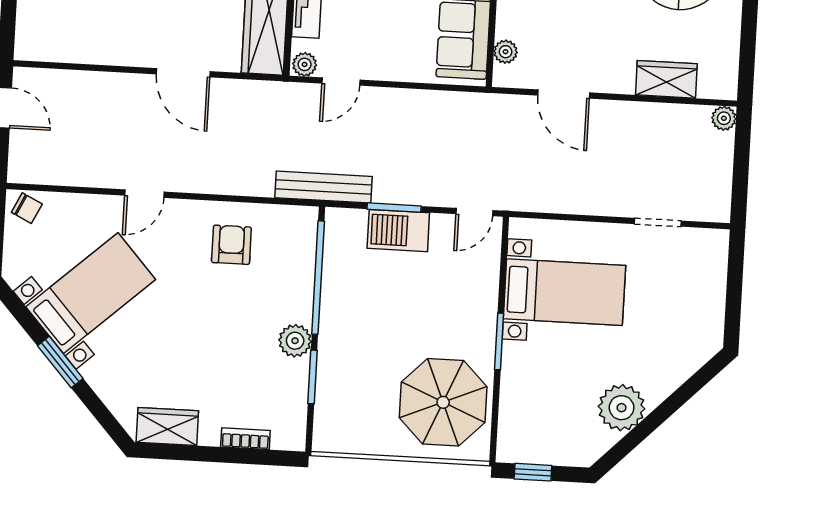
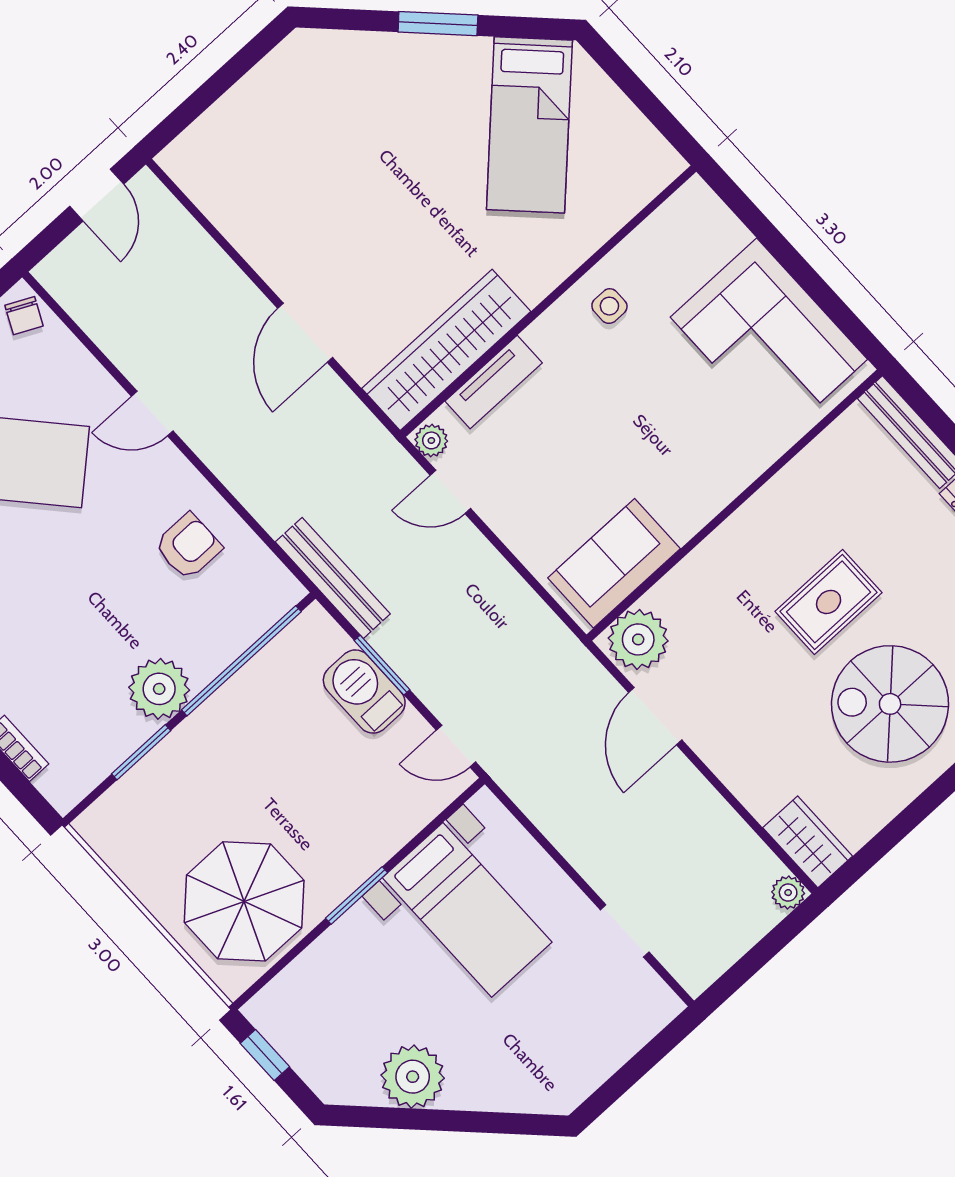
plant: (506, 52) -> (638, 639), width x1.88, depth x1.88
wardrobe: (666, 79) -> (808, 842), moved
plant: (295, 341) -> (159, 689), width x1.36, depth x1.36

